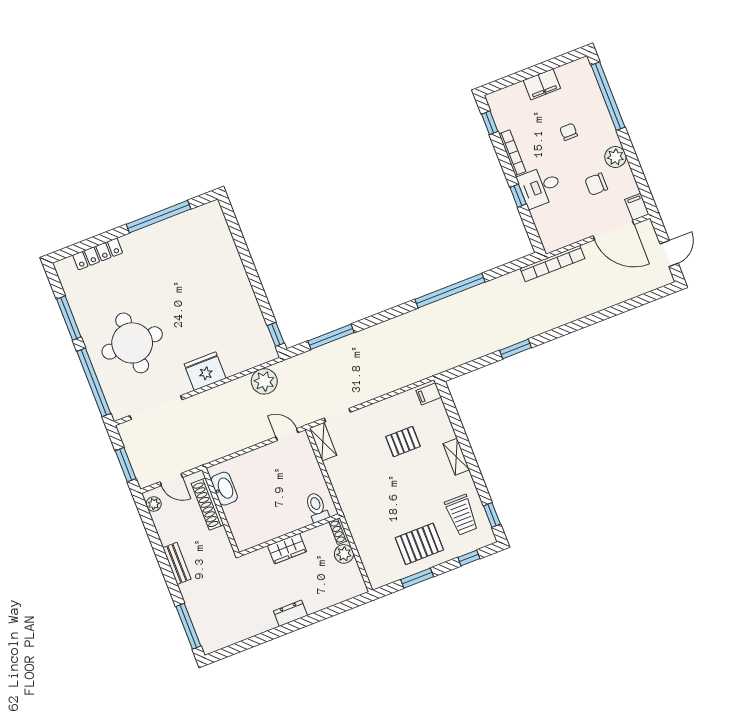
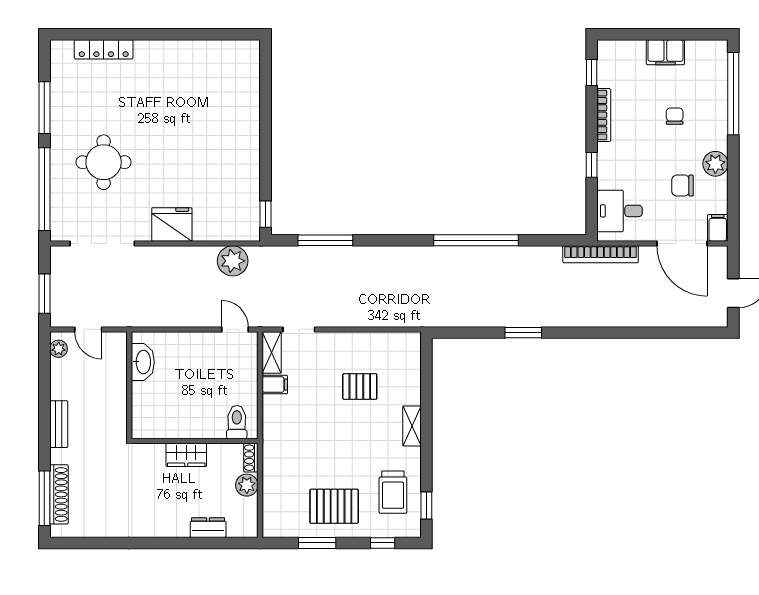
desk: (540, 187) -> (620, 211), moved
window: (159, 217) -> (187, 34), removed
round table: (132, 343) -> (104, 162), width x0.73, depth x0.73
filing cabinet: (429, 394) -> (275, 384), moved, turned 180
shoe rack: (208, 504) -> (59, 494), moved, turned 180
dresser: (290, 613) -> (208, 528), moved

